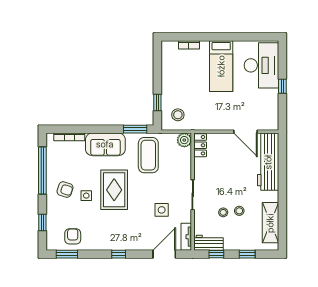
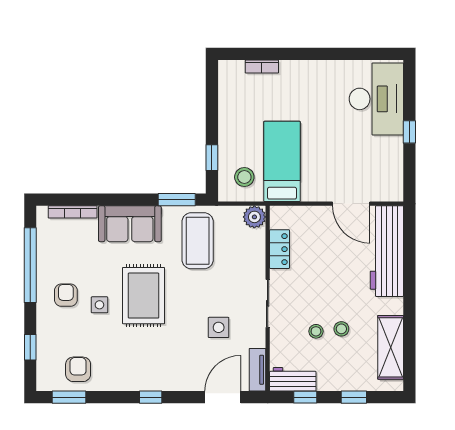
bed: (221, 66) -> (282, 161), moved, turned 180
locker: (200, 145) -> (280, 249), moved
armchair: (65, 189) -> (66, 295), turned -108

